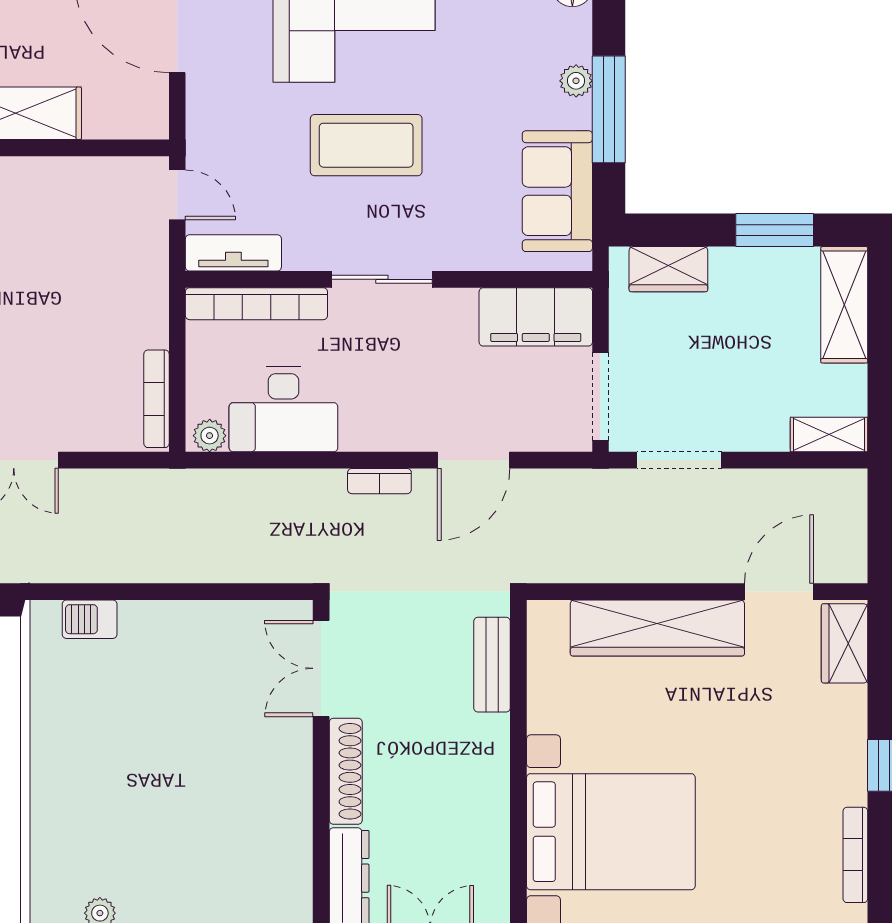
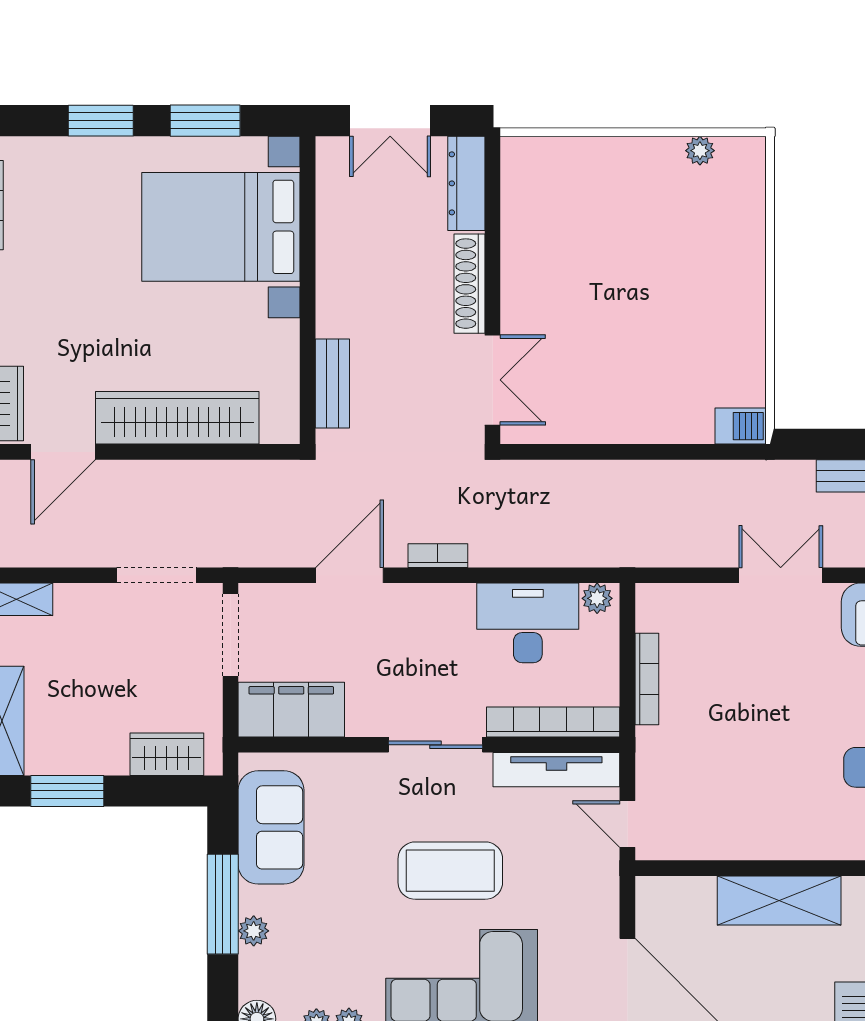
tv unit: (233, 253) -> (556, 770), width x1.41
bookcase: (157, 399) -> (647, 679), moved
barbecue: (90, 619) -> (741, 426), moved

